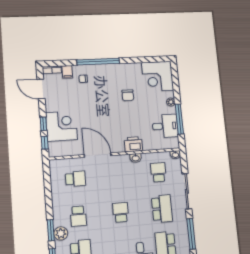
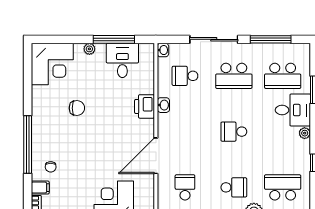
school desk: (162, 209) -> (234, 76), turned 180

